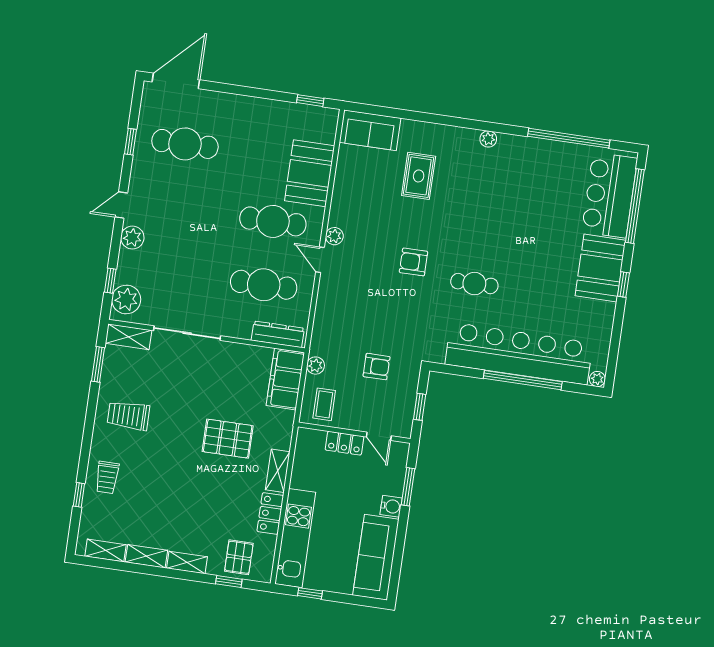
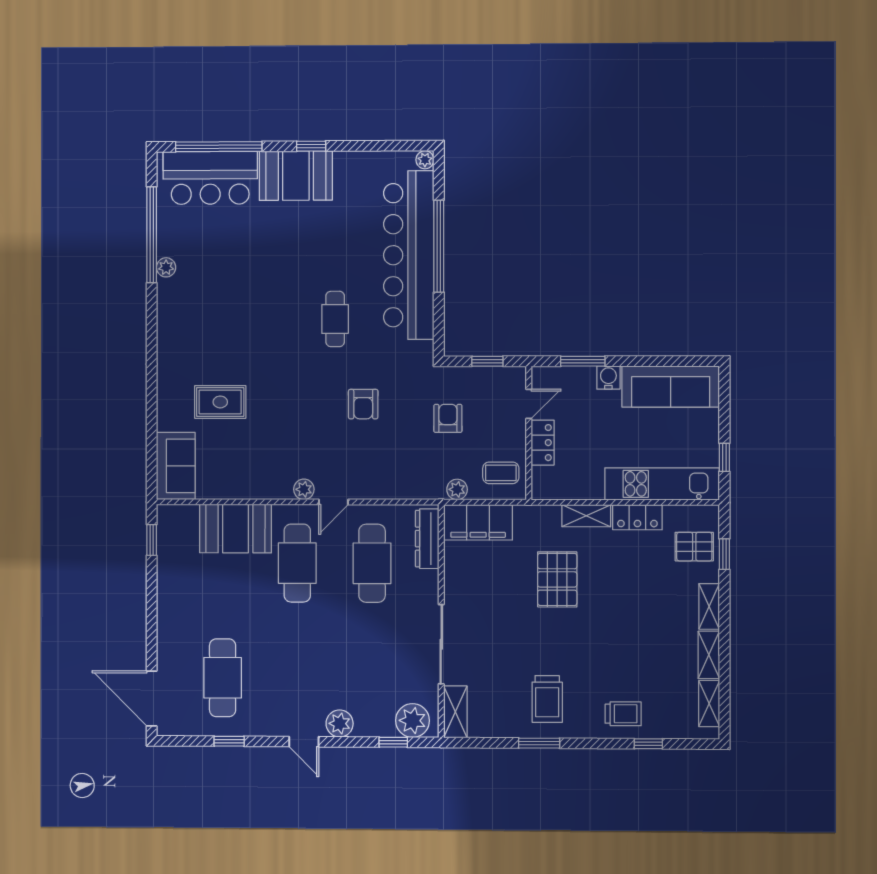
plant: (488, 139) -> (166, 267), moved
armchair: (414, 262) -> (363, 404), moved
window: (98, 364) -> (539, 743), moved

